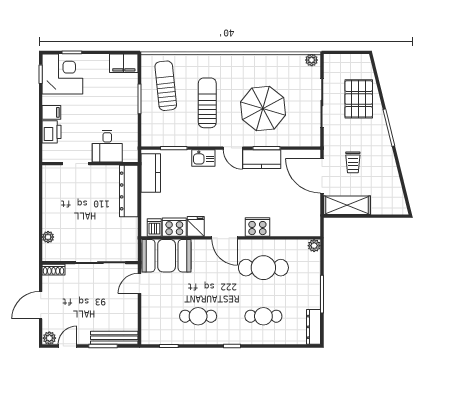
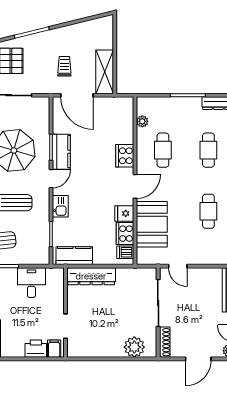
filing cabinet: (51, 112) -> (54, 349), moved
desk: (107, 146) -> (31, 283), moved, turned -90
trolley: (353, 162) -> (64, 66), turned -90
door: (322, 176) -> (77, 95), hinge flipped
plant: (48, 237) -> (134, 347), width x1.87, depth x1.87
plant: (314, 246) -> (142, 121), moved
booth: (167, 256) -> (152, 224), moved
cafe table: (263, 268) -> (163, 150), width x0.73, depth x0.74
shoe rack: (54, 270) -> (165, 342), width x1.43
door: (41, 305) -> (198, 359), hinge flipped

